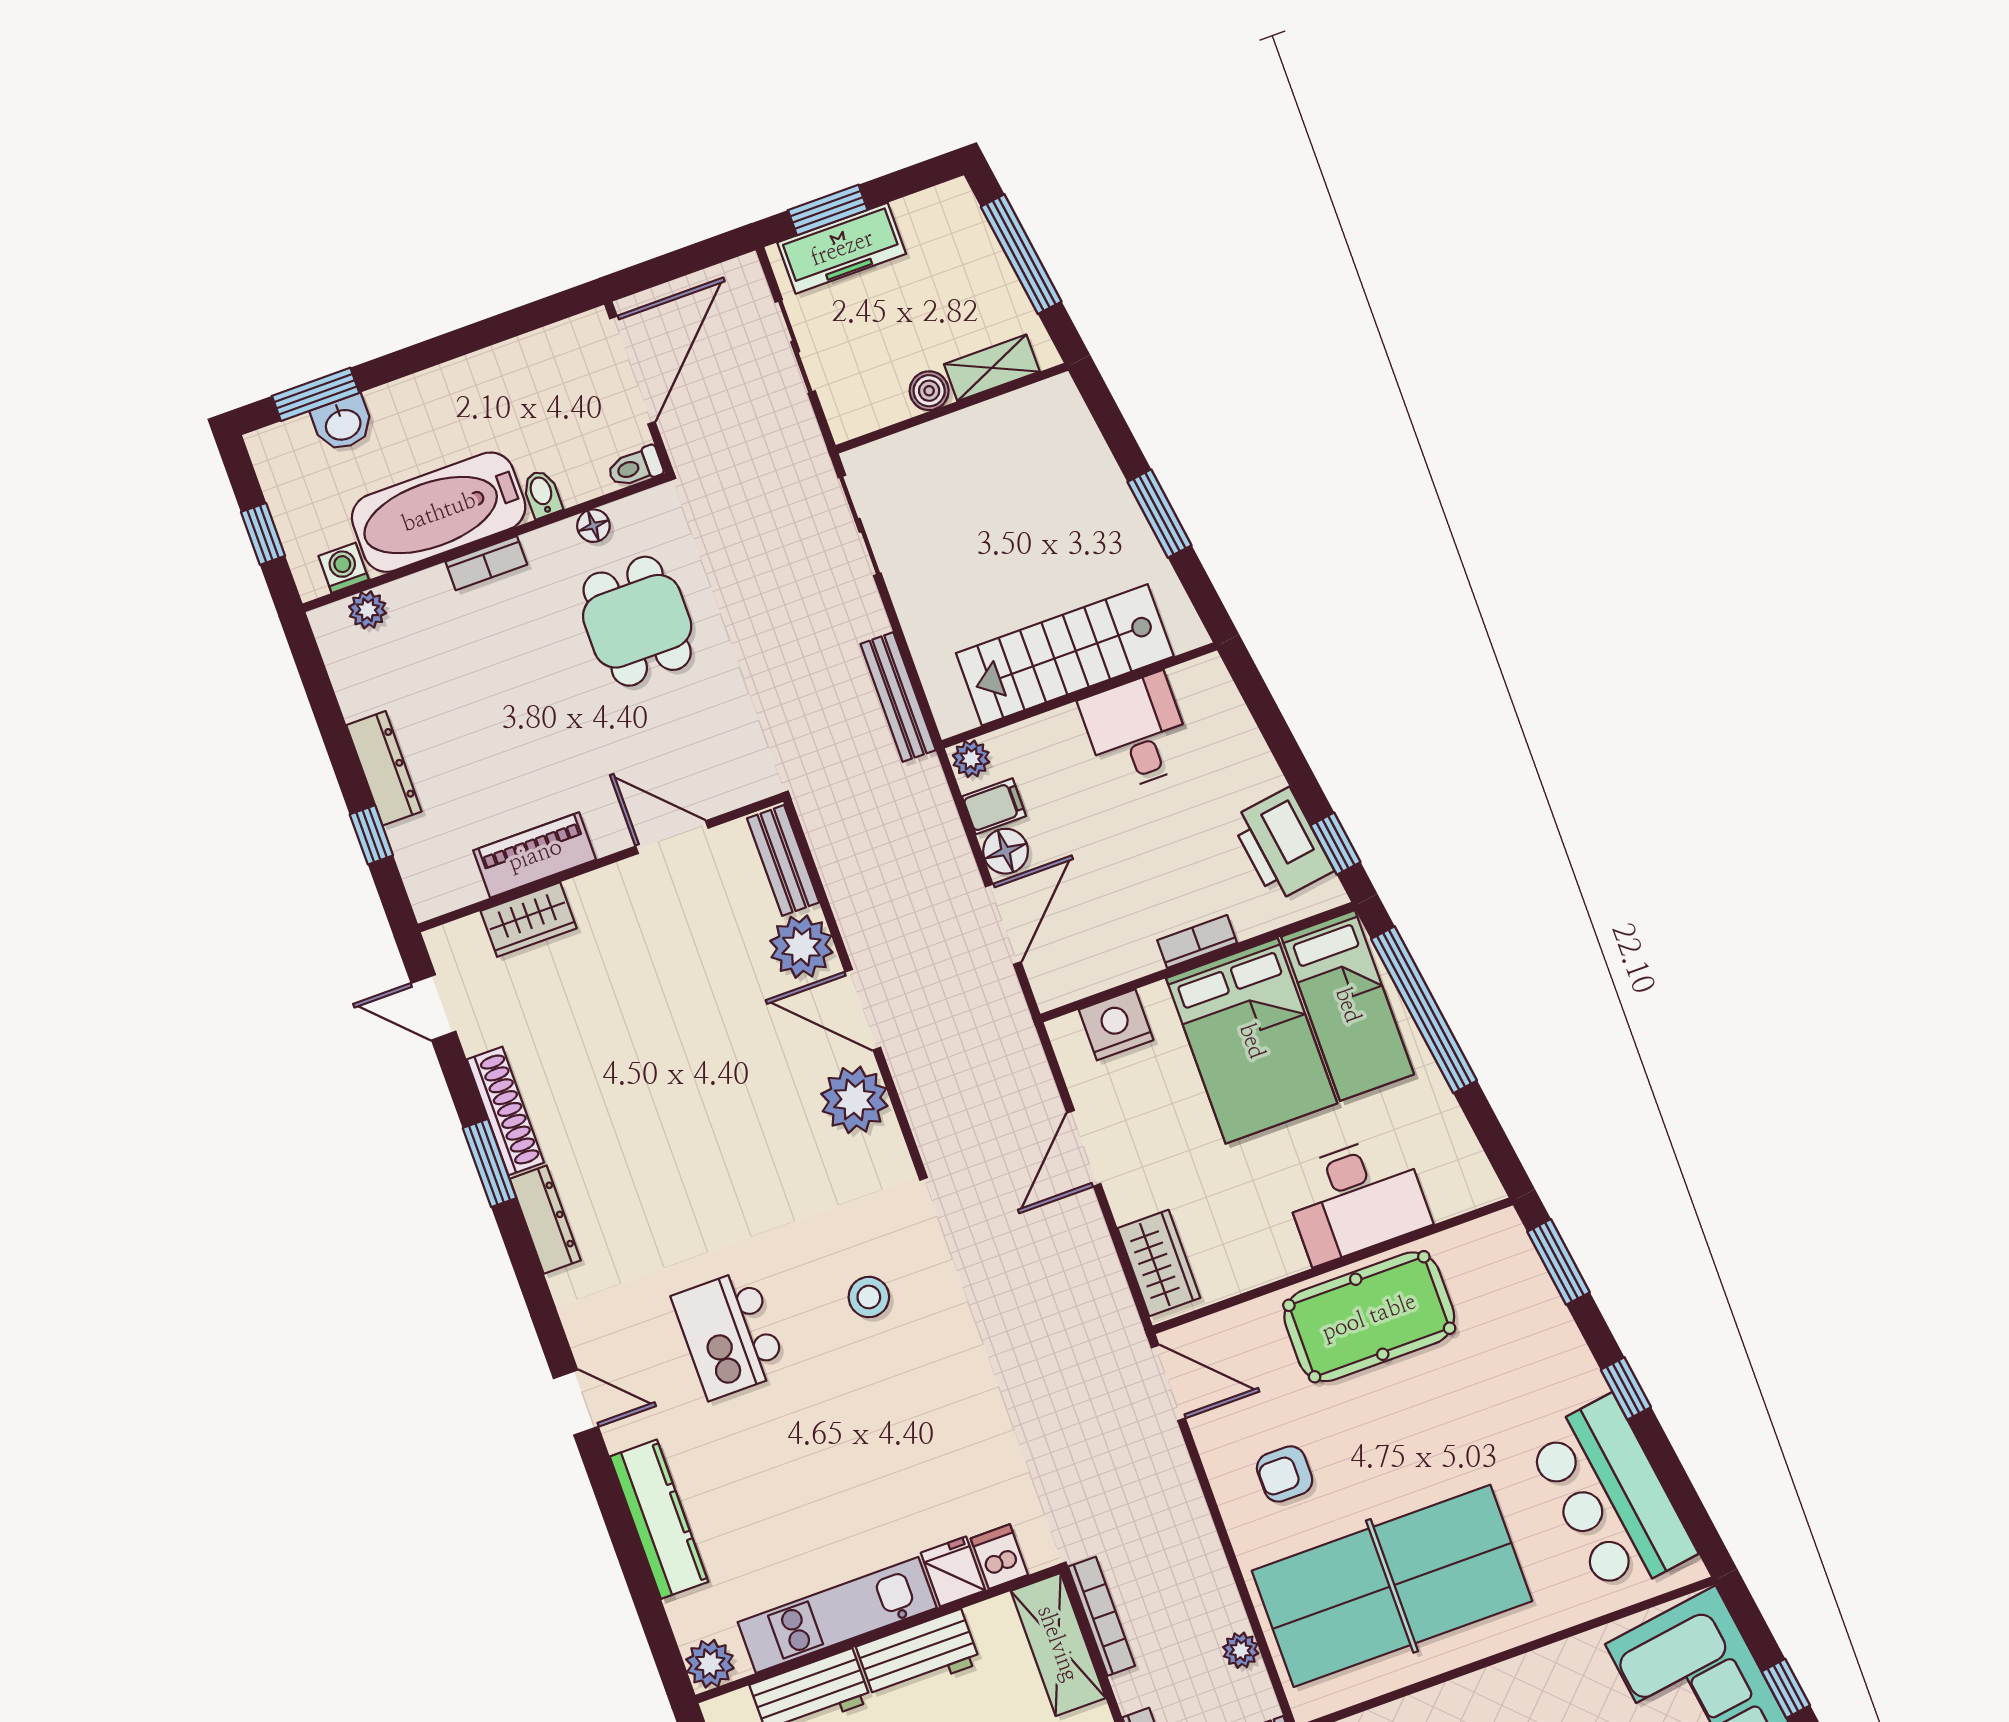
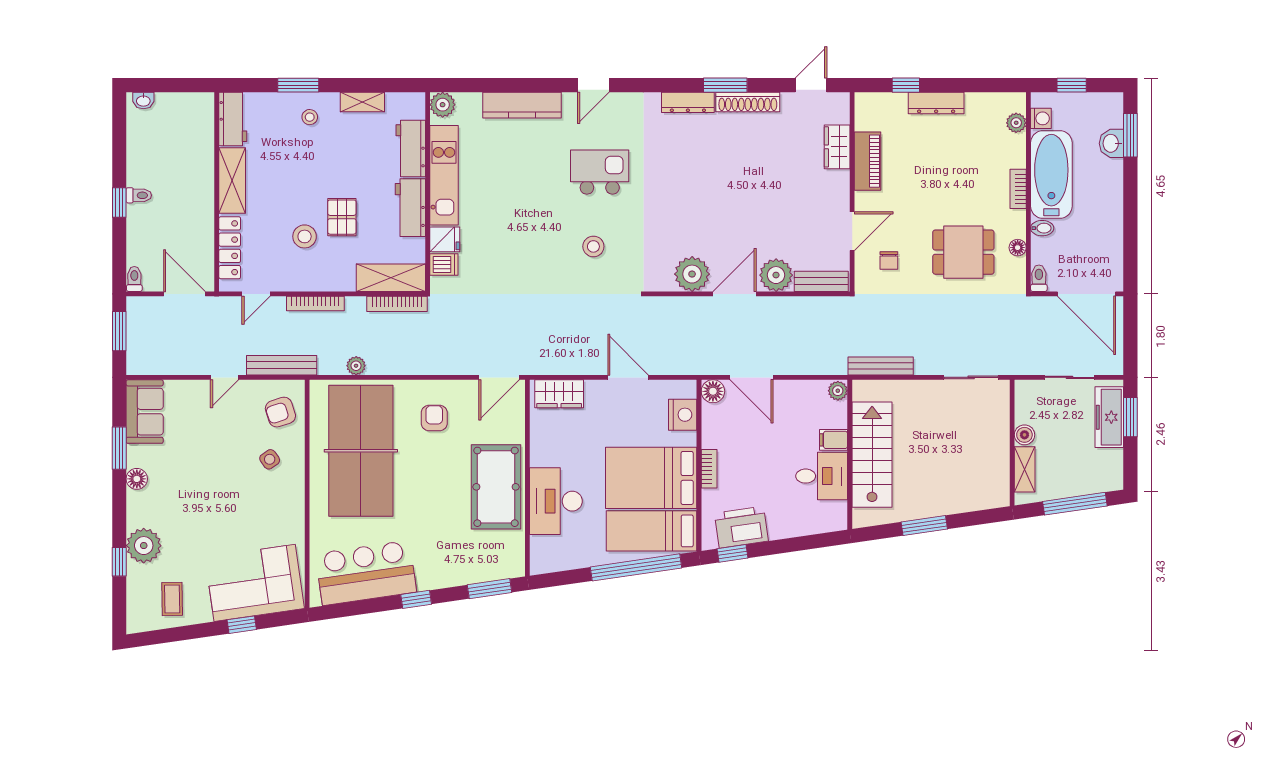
chair: (701, 751) -> (889, 260), added
filing cabinet: (994, 806) -> (834, 440), moved, turned 90
floor lamp: (1006, 851) -> (713, 391), moved

